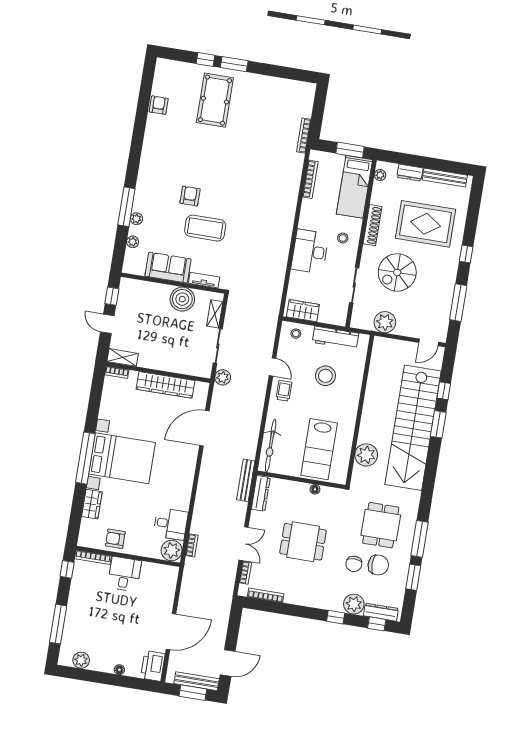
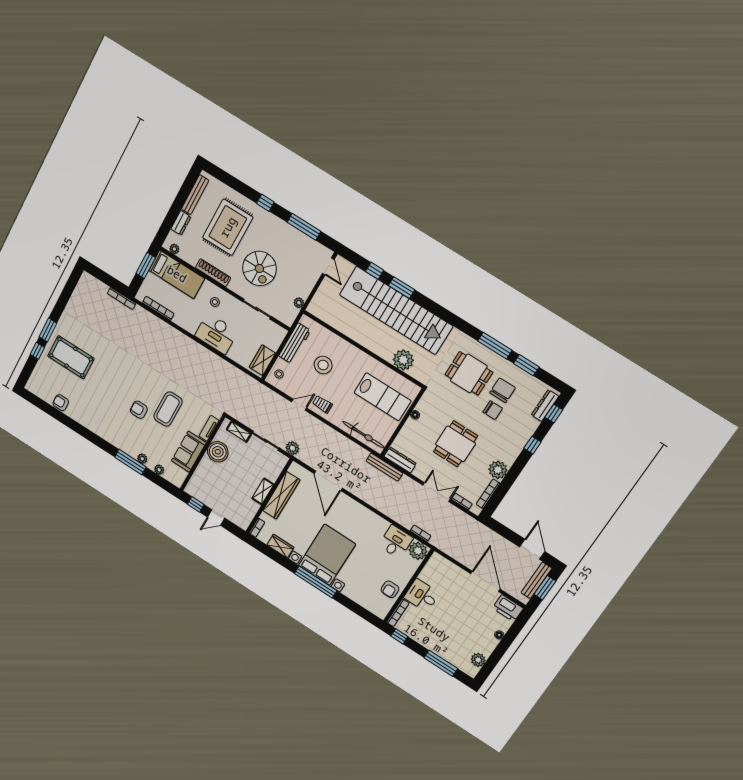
plant: (385, 322) -> (299, 303), width x0.53, depth x0.53
shelving: (123, 357) -> (263, 491), moved
wardrobe: (92, 504) -> (280, 546), moved
plant: (354, 604) -> (498, 470), moved

